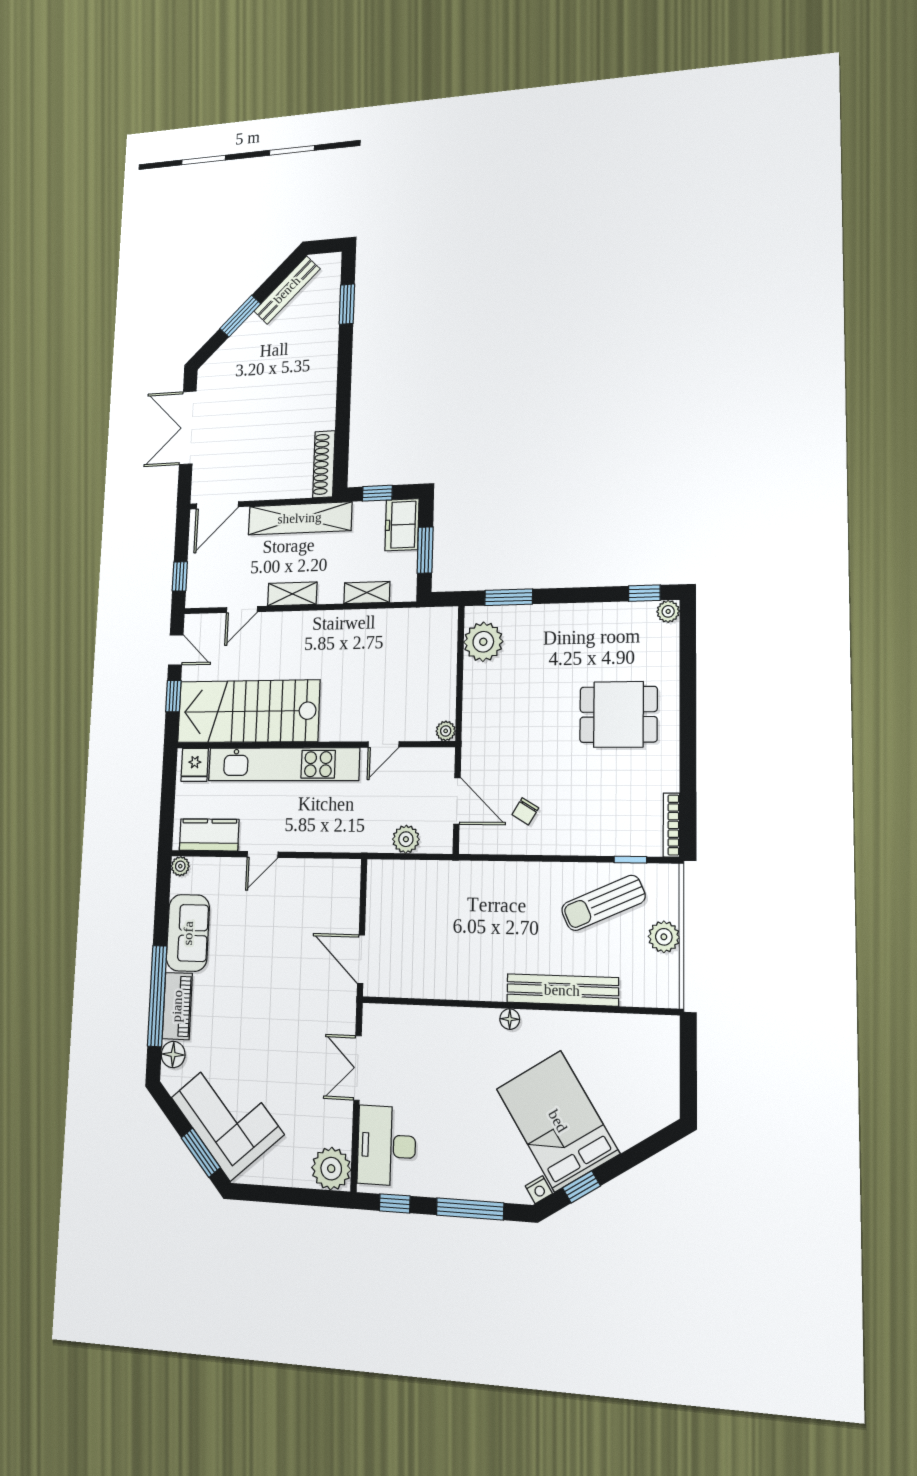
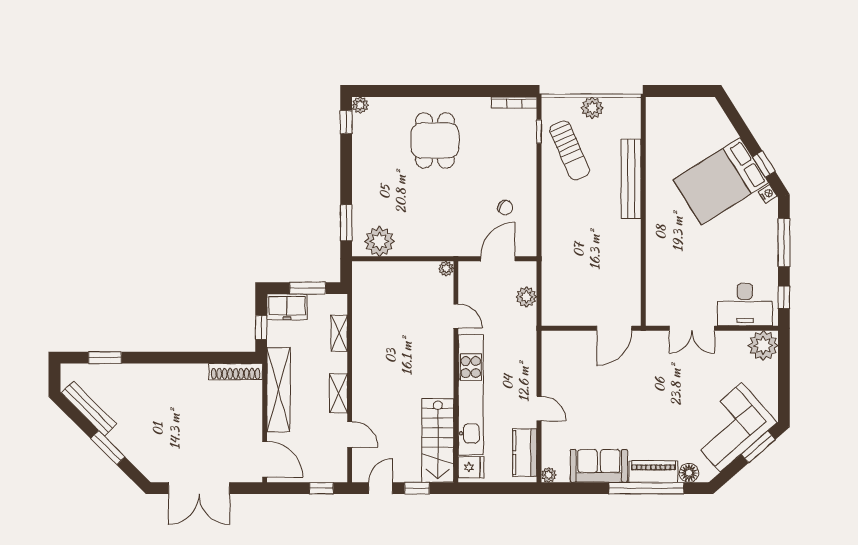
stairs: (248, 711) -> (438, 440), width x0.73, depth x0.66
floor lamp: (510, 1019) -> (653, 216), removed

